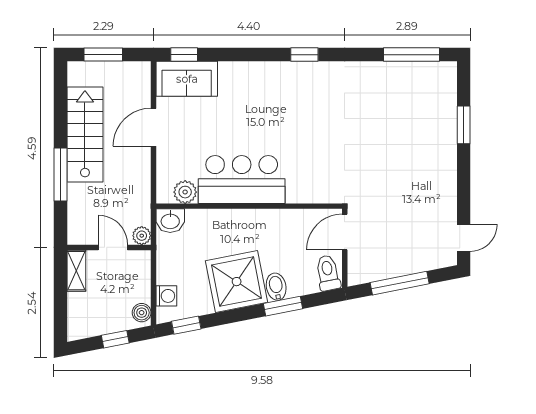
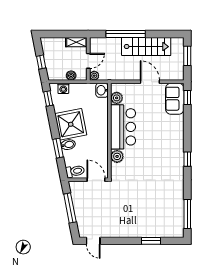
window: (61, 174) -> (126, 34), width x1.46
plant: (299, 191) -> (117, 156), added
boiler: (142, 313) -> (71, 76), moved

